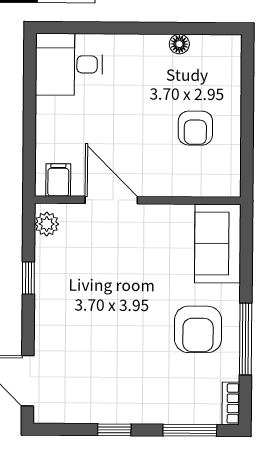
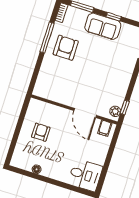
sofa: (218, 244) -> (103, 26), moved, turned 90
window: (28, 278) -> (125, 107), moved

